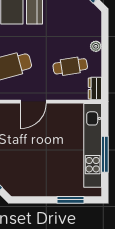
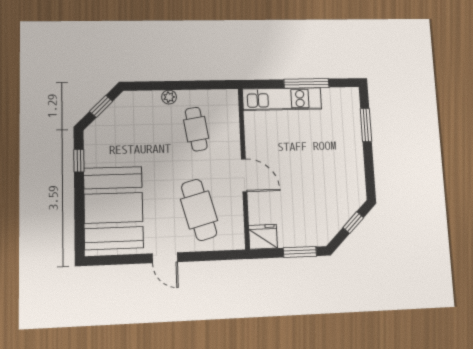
dresser: (95, 89) -> (224, 97), removed
kitchen unit: (93, 145) -> (282, 99), width x0.73

